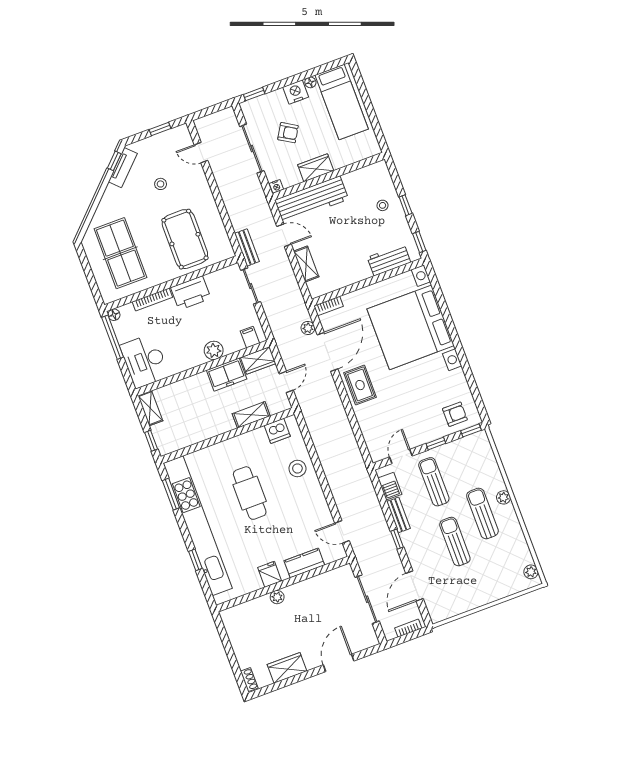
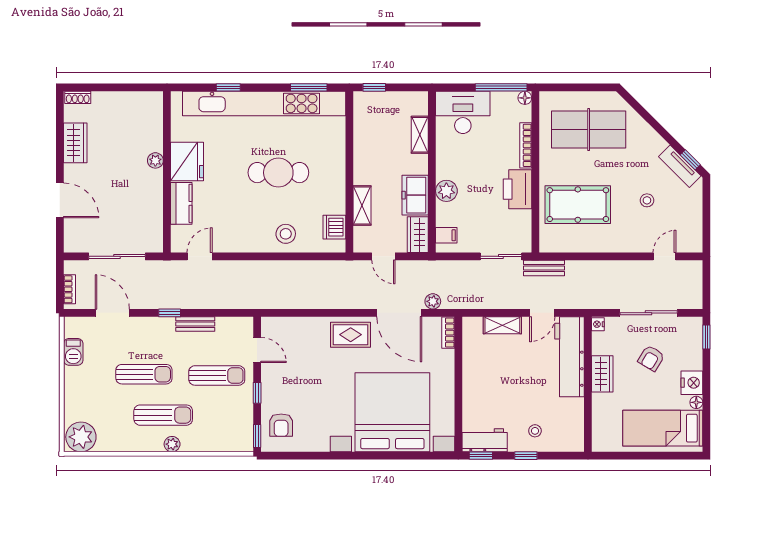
window: (160, 129) -> (706, 222), removed
workbench: (389, 260) -> (485, 440), moved, turned -90
shelving: (150, 408) -> (420, 135), moved, turned 90
barbecue: (390, 486) -> (73, 352), moved, turned -90
plant: (531, 572) -> (81, 437), width x1.88, depth x1.88
fridge: (270, 574) -> (187, 162), width x1.88, depth x1.34

